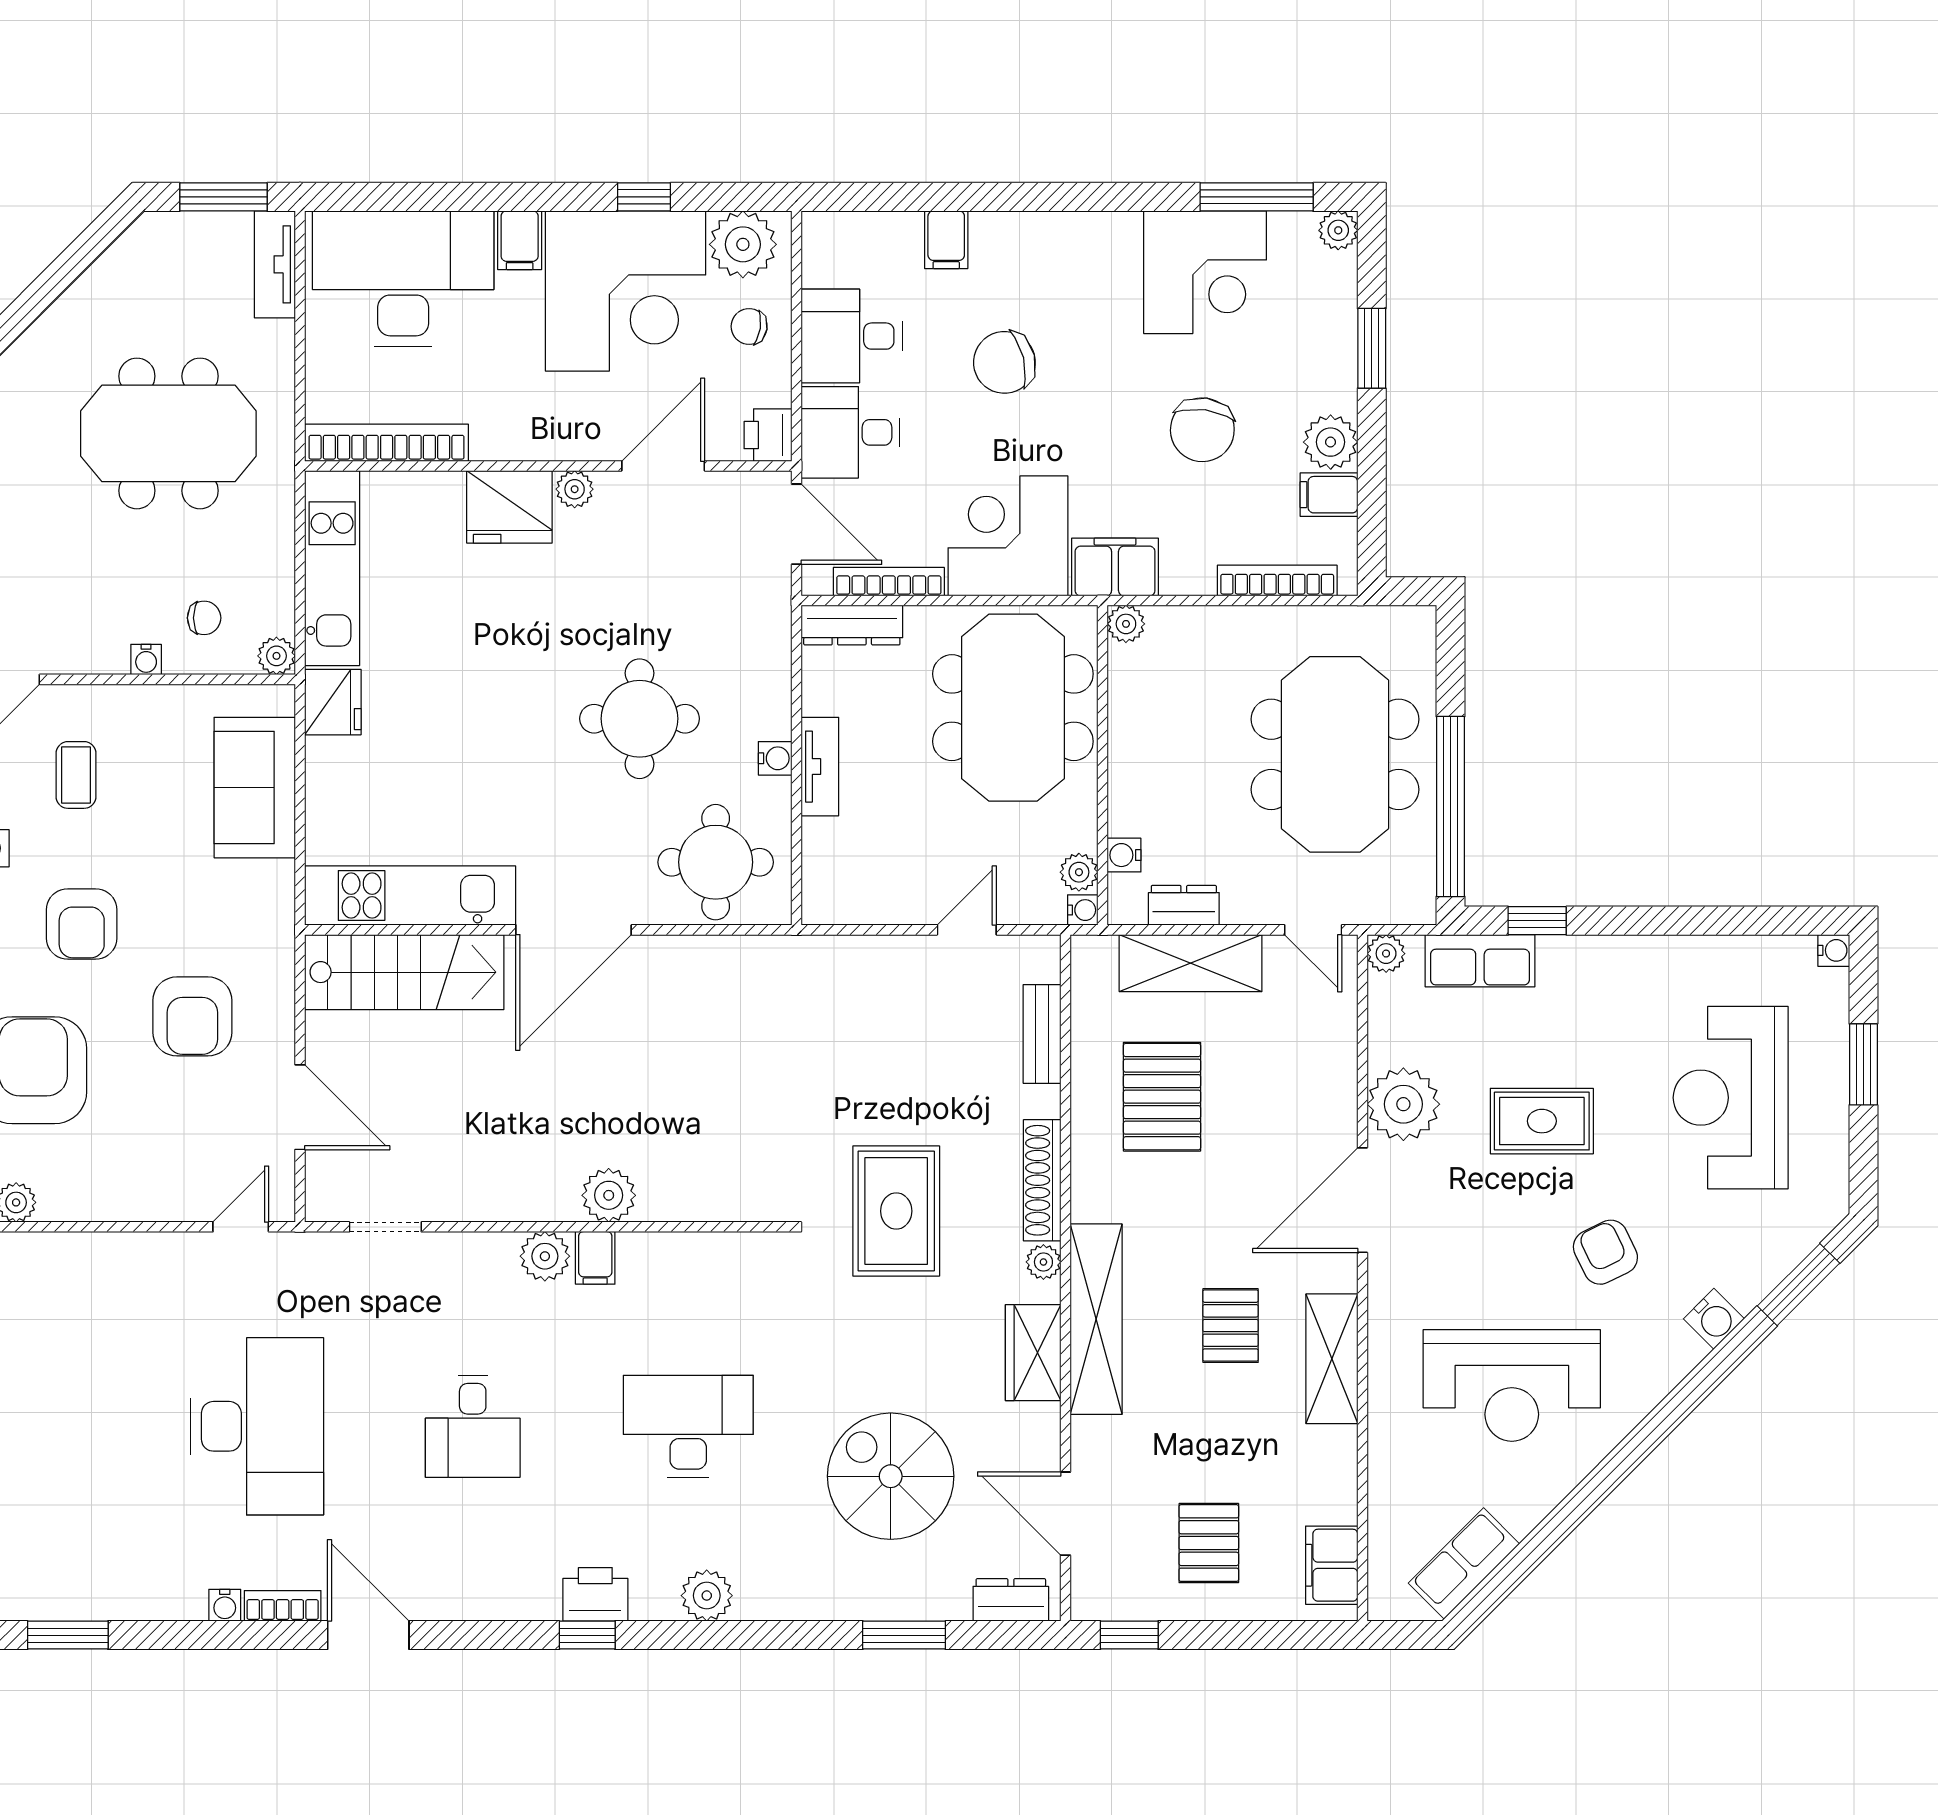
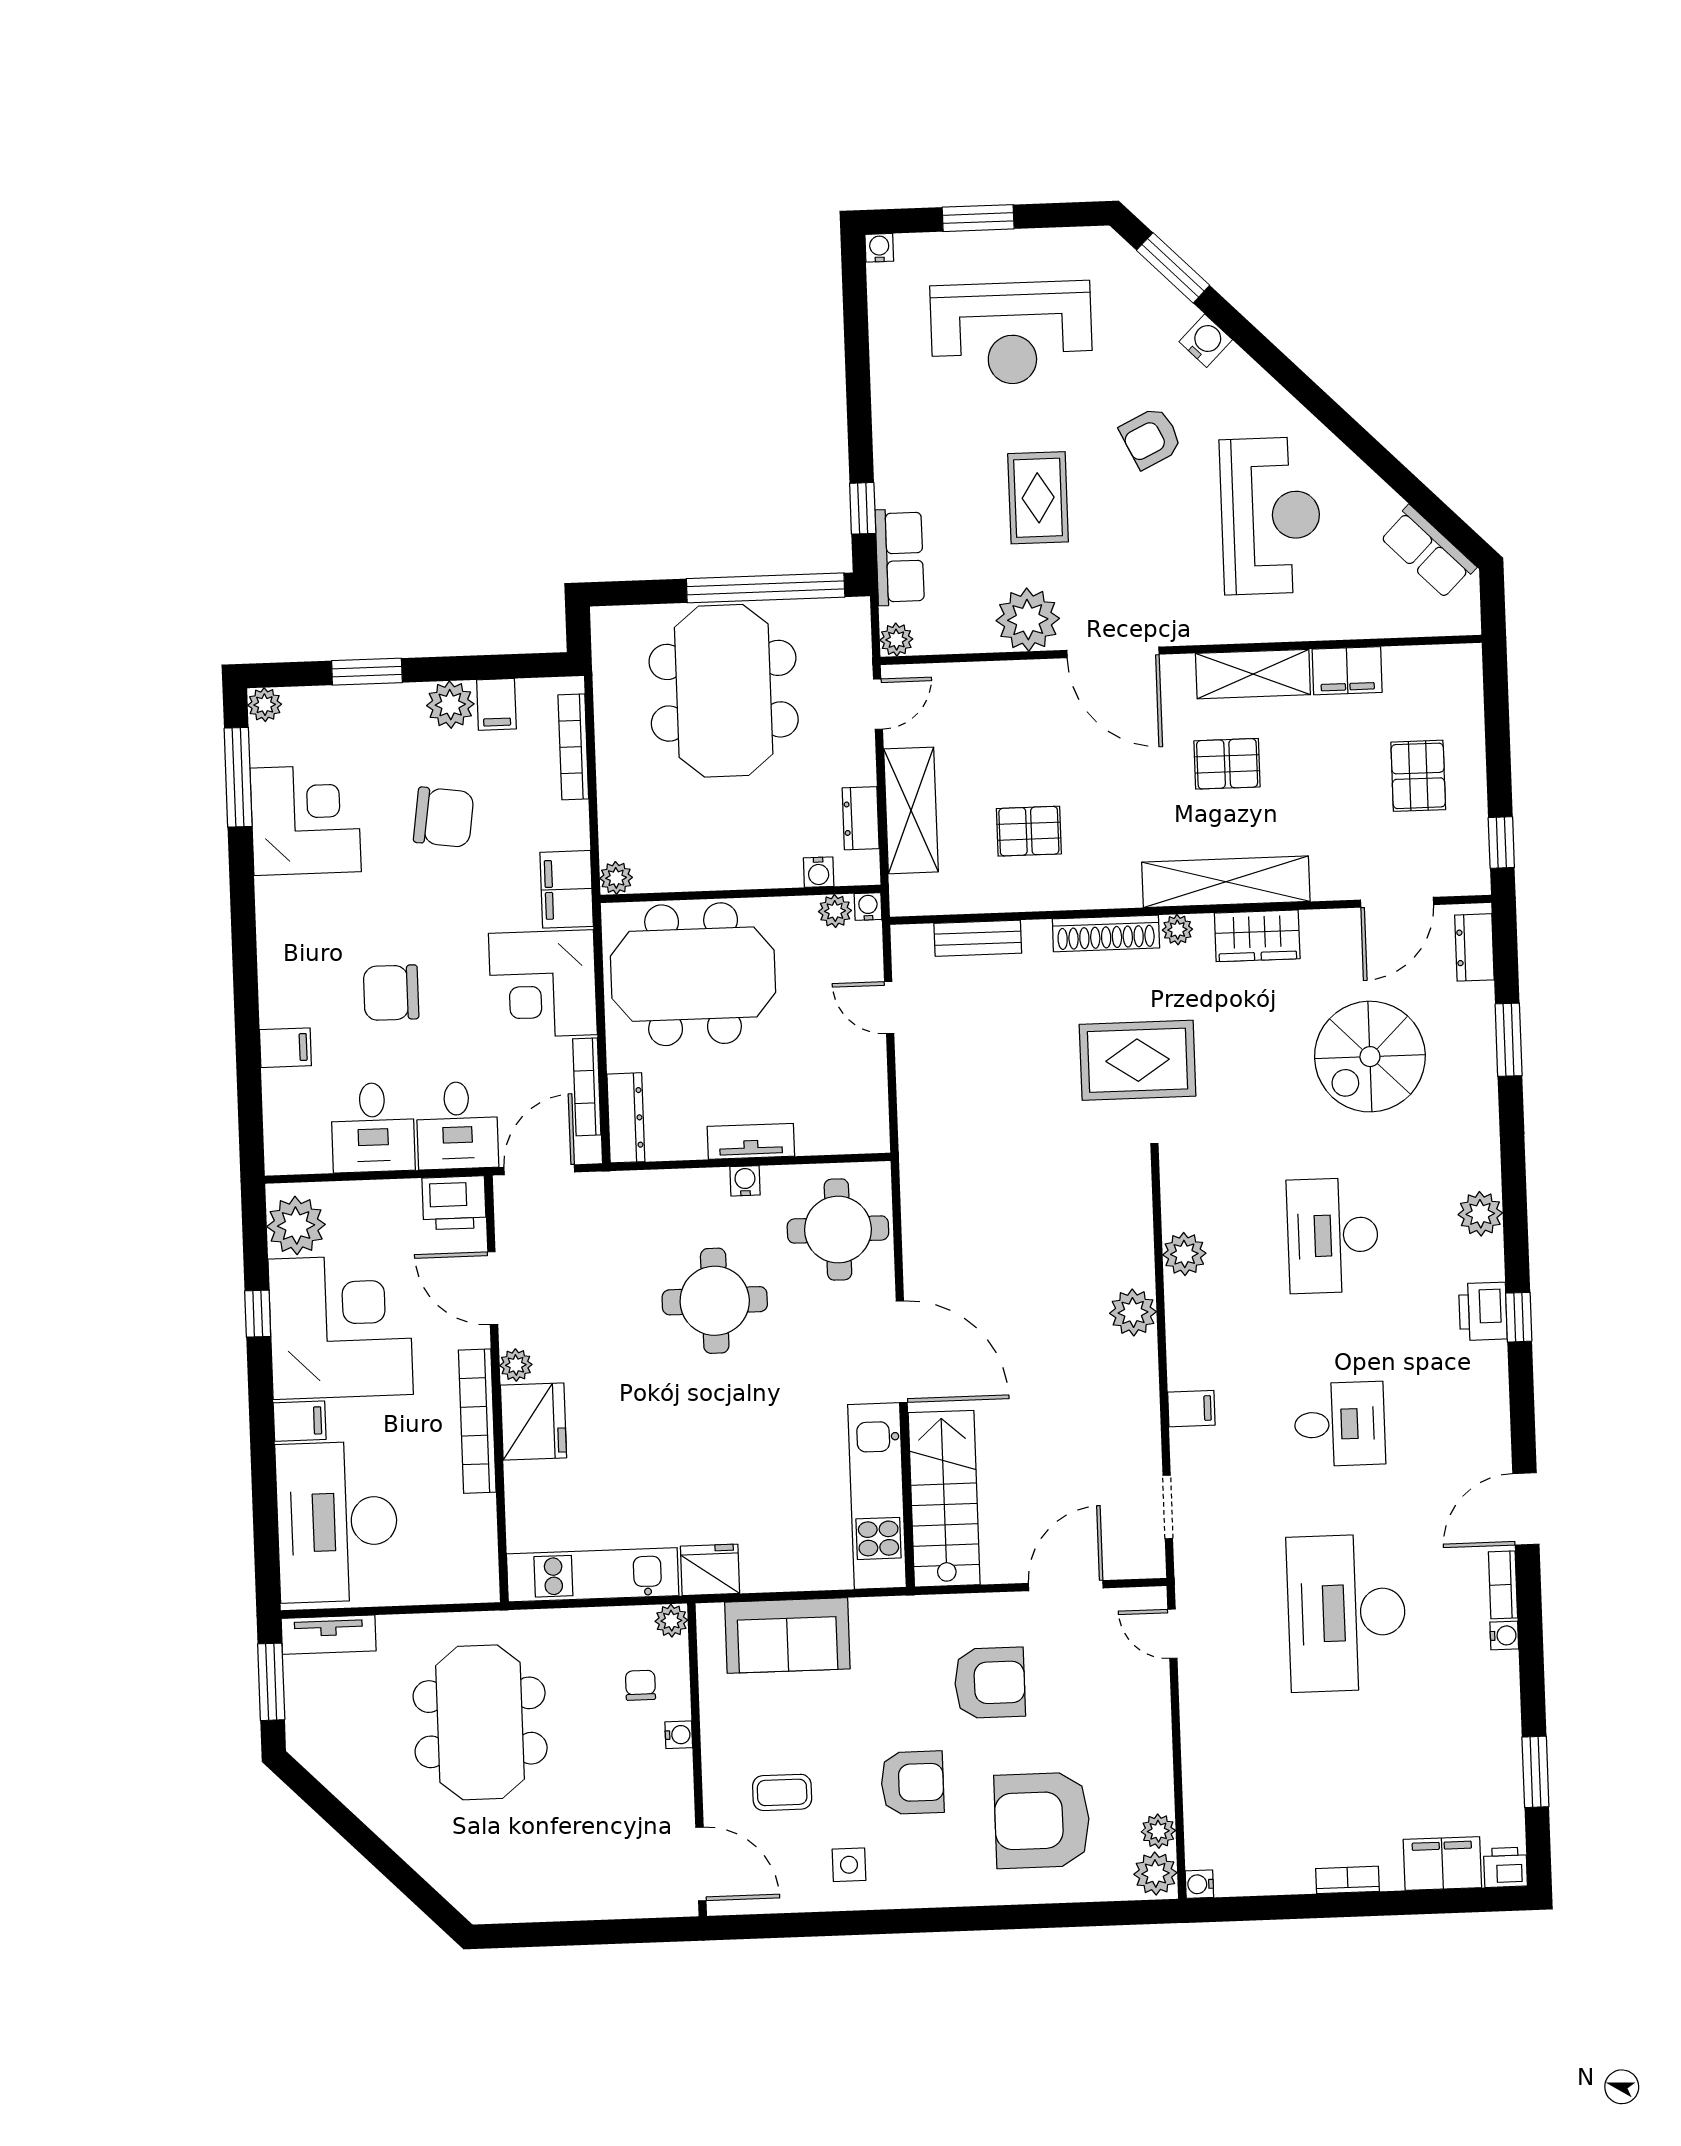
chair: (749, 326) -> (368, 1217), removed
chair: (1004, 362) -> (391, 993), turned 104
printer: (768, 435) -> (454, 1203), width x1.36, depth x1.24
bookcase: (387, 443) -> (477, 1421), moved
meeting table: (1335, 754) -> (724, 691), turned 90
pallet: (1162, 1097) -> (1029, 831), width x0.67, depth x0.71
plant: (545, 1256) -> (1184, 1254), moved
filing cabinet: (595, 1258) -> (1191, 1409), moved
desk: (257, 1426) -> (1347, 1613), turned -90
pallet: (1209, 1543) -> (1418, 776), turned 90
filing cabinet: (1332, 1565) -> (1347, 671), moved

